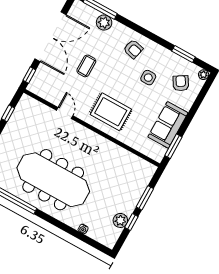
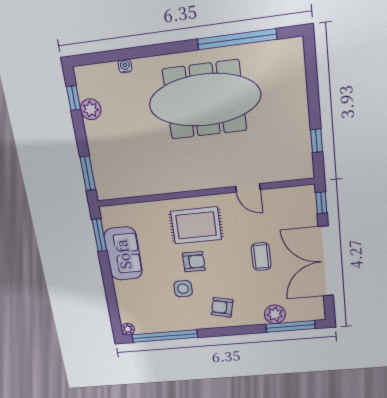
window: (184, 54) -> (165, 336), width x2.11
armchair: (181, 83) -> (194, 262), moved, turned -59
window: (145, 198) -> (88, 173), moved
window: (131, 222) -> (73, 98), moved

